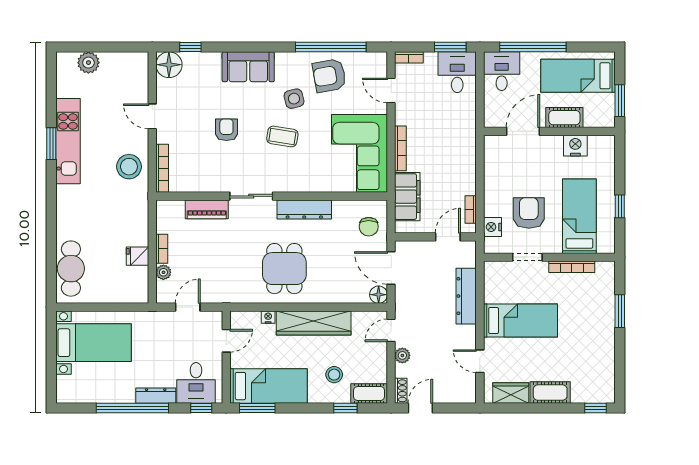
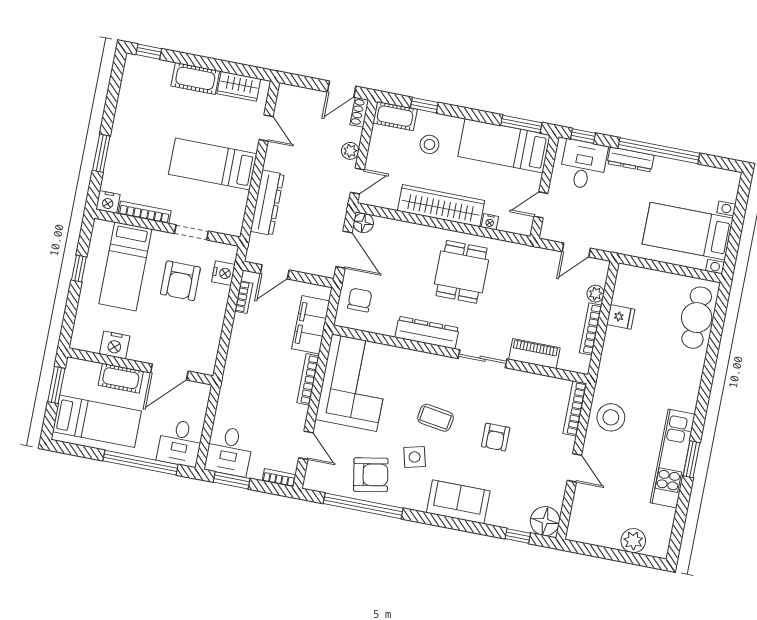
bookcase: (162, 249) -> (591, 329), width x1.56
nightstand: (606, 270) -> (108, 202), added

